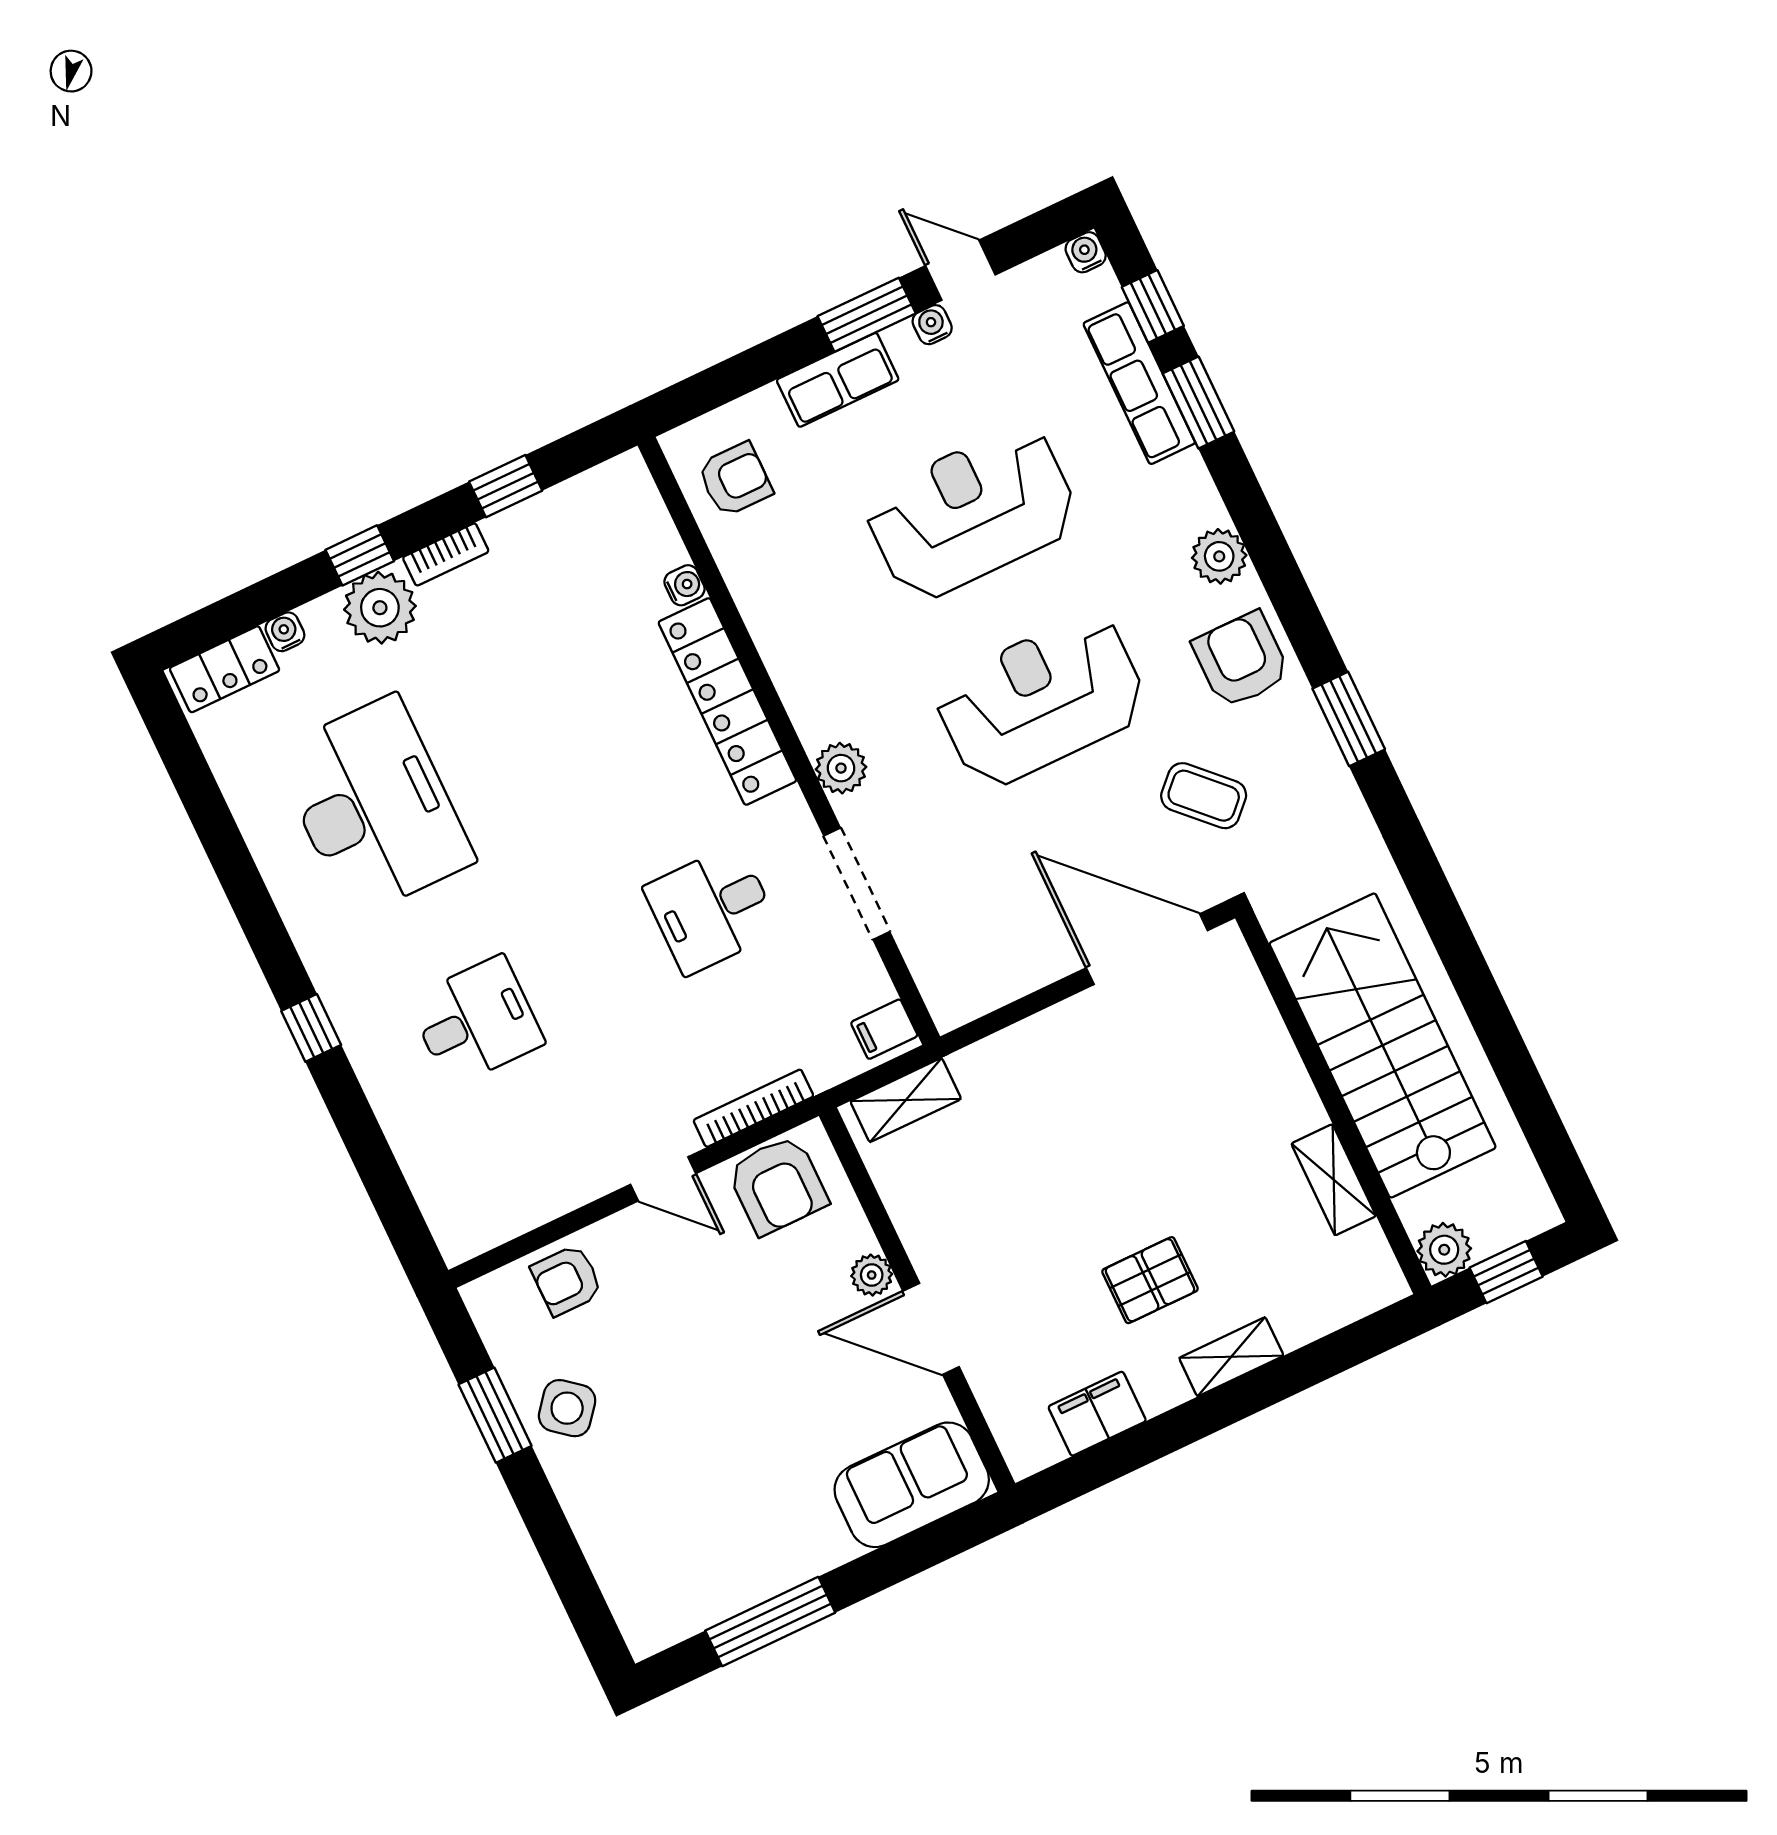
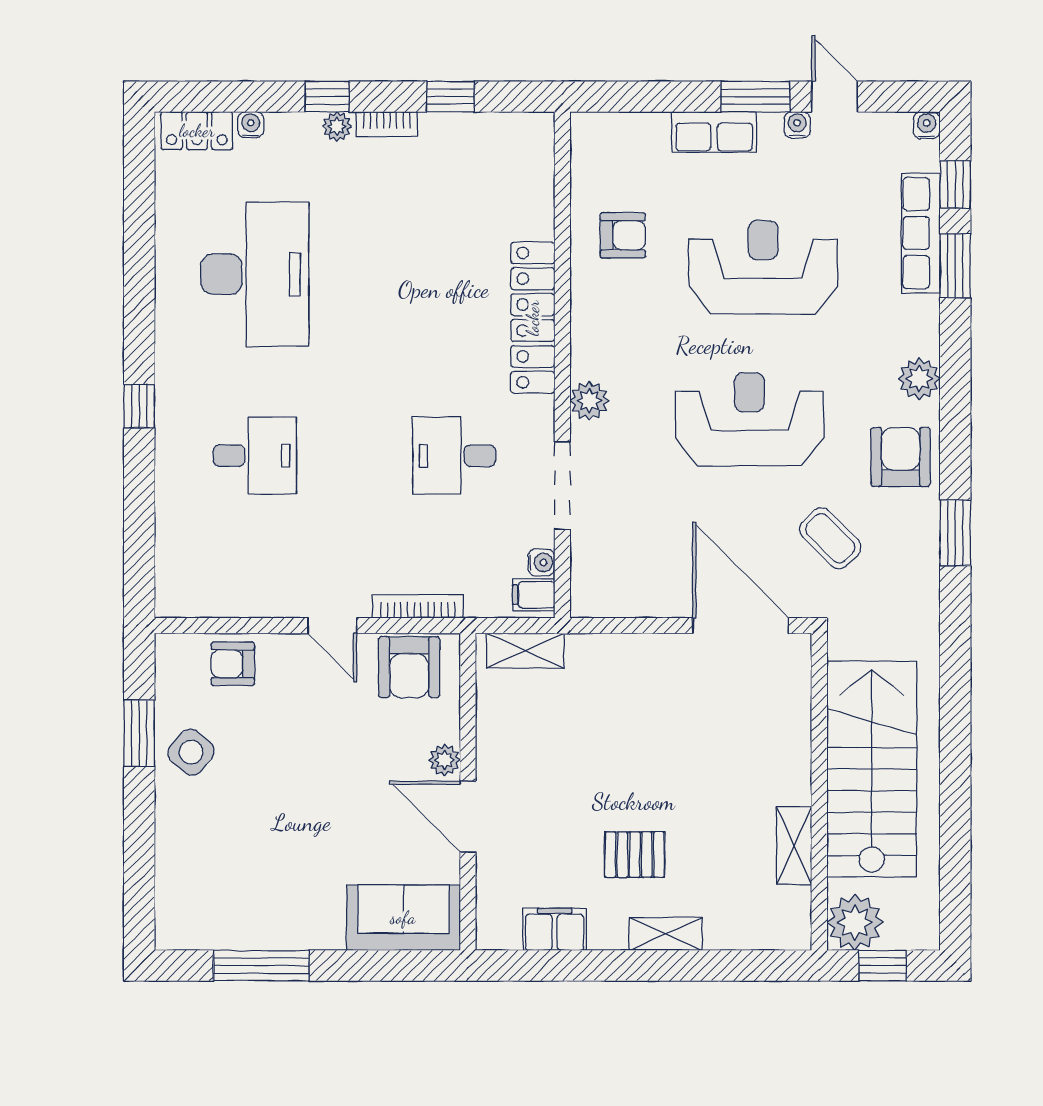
armchair: (735, 479) -> (623, 235), moved
water cooler: (685, 585) -> (541, 562), moved
plant: (380, 608) -> (337, 126), width x0.53, depth x0.53
plant: (1444, 1250) -> (855, 922), width x1.36, depth x1.36

